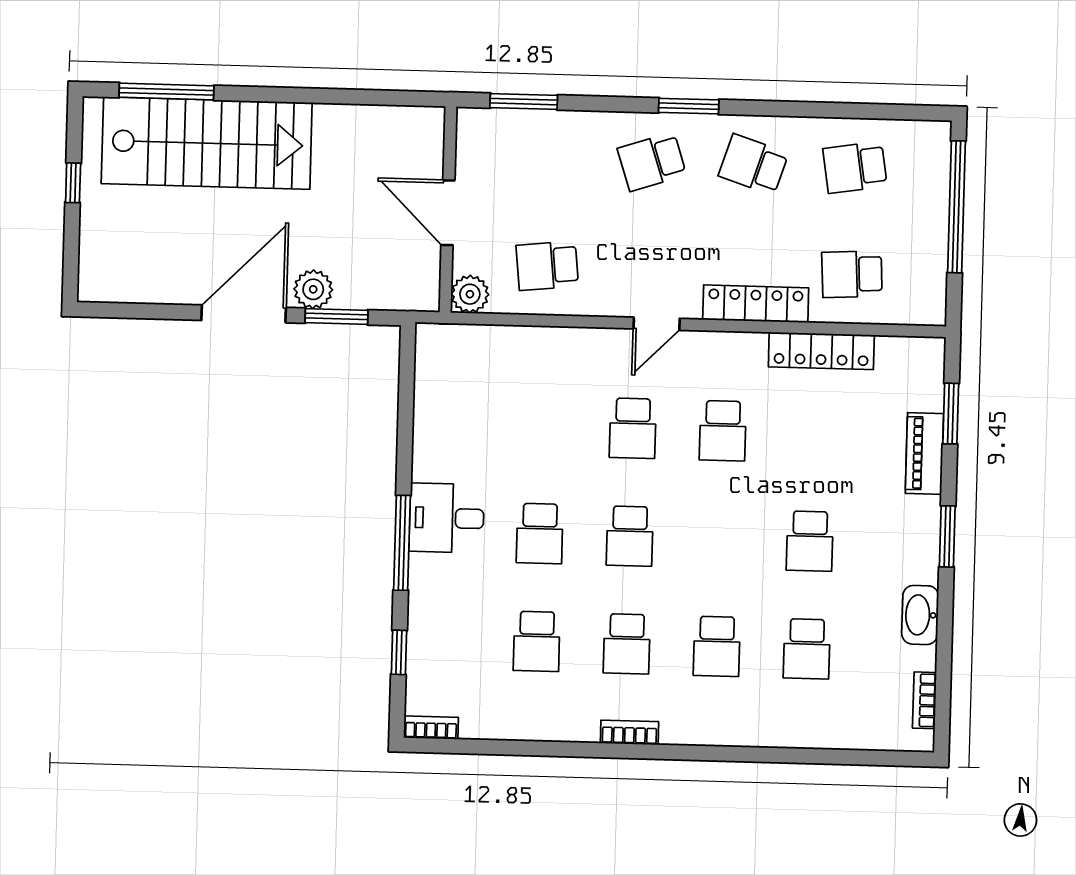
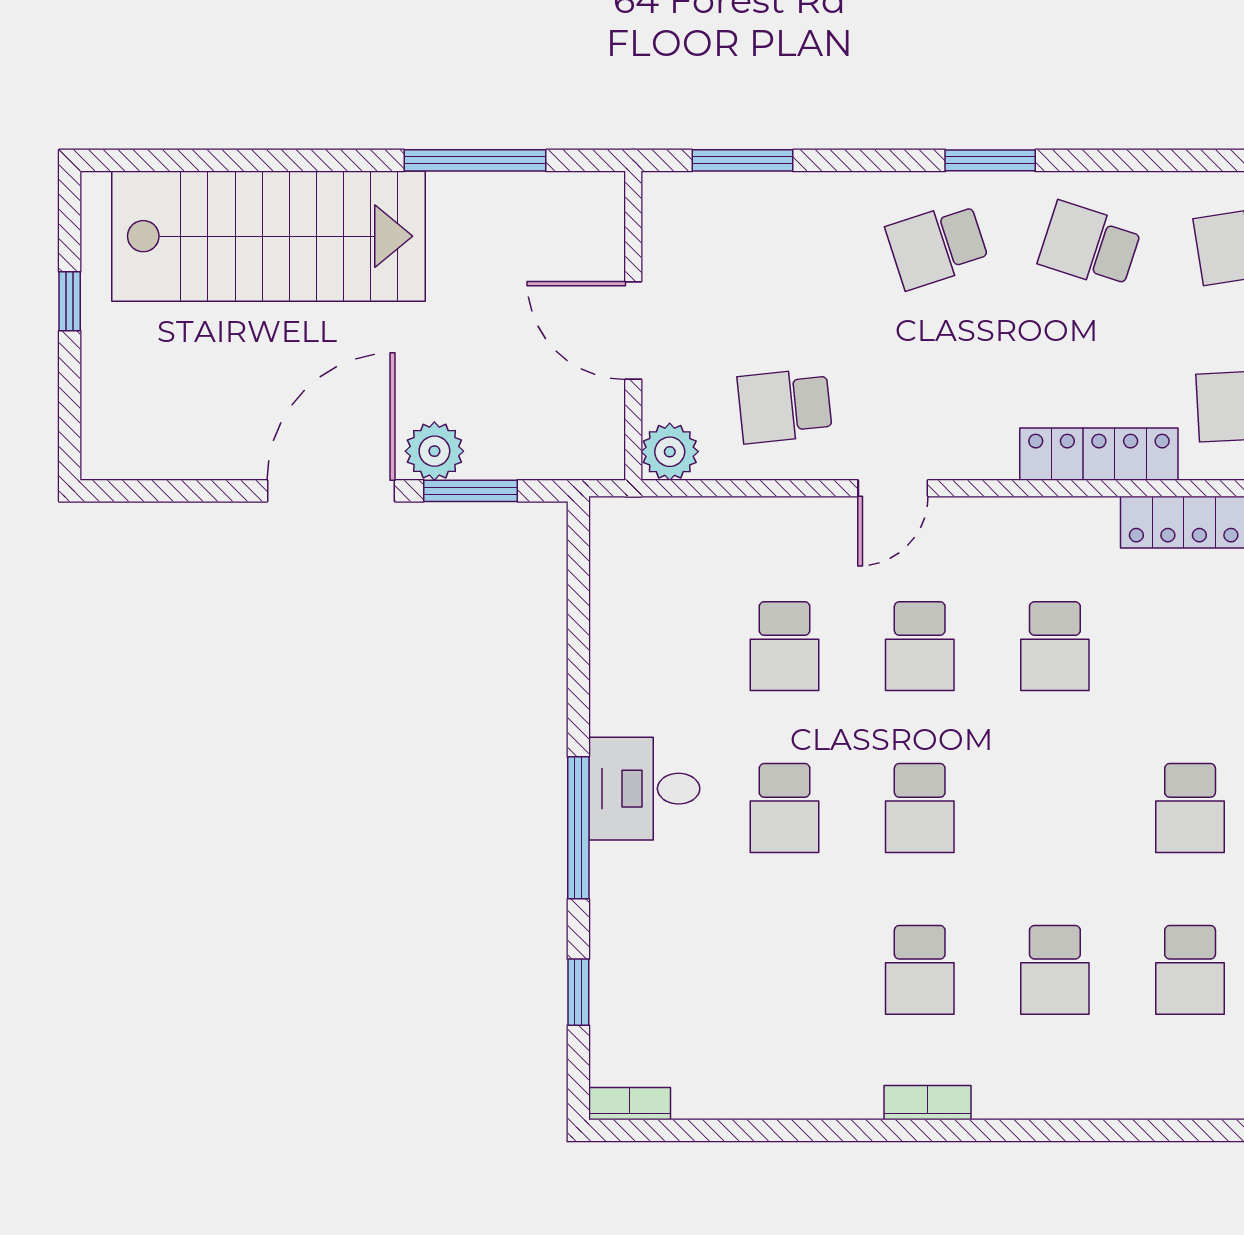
window: (166, 92) -> (475, 160), moved
door: (657, 324) -> (893, 488), moved
school desk: (537, 641) -> (784, 646), moved

